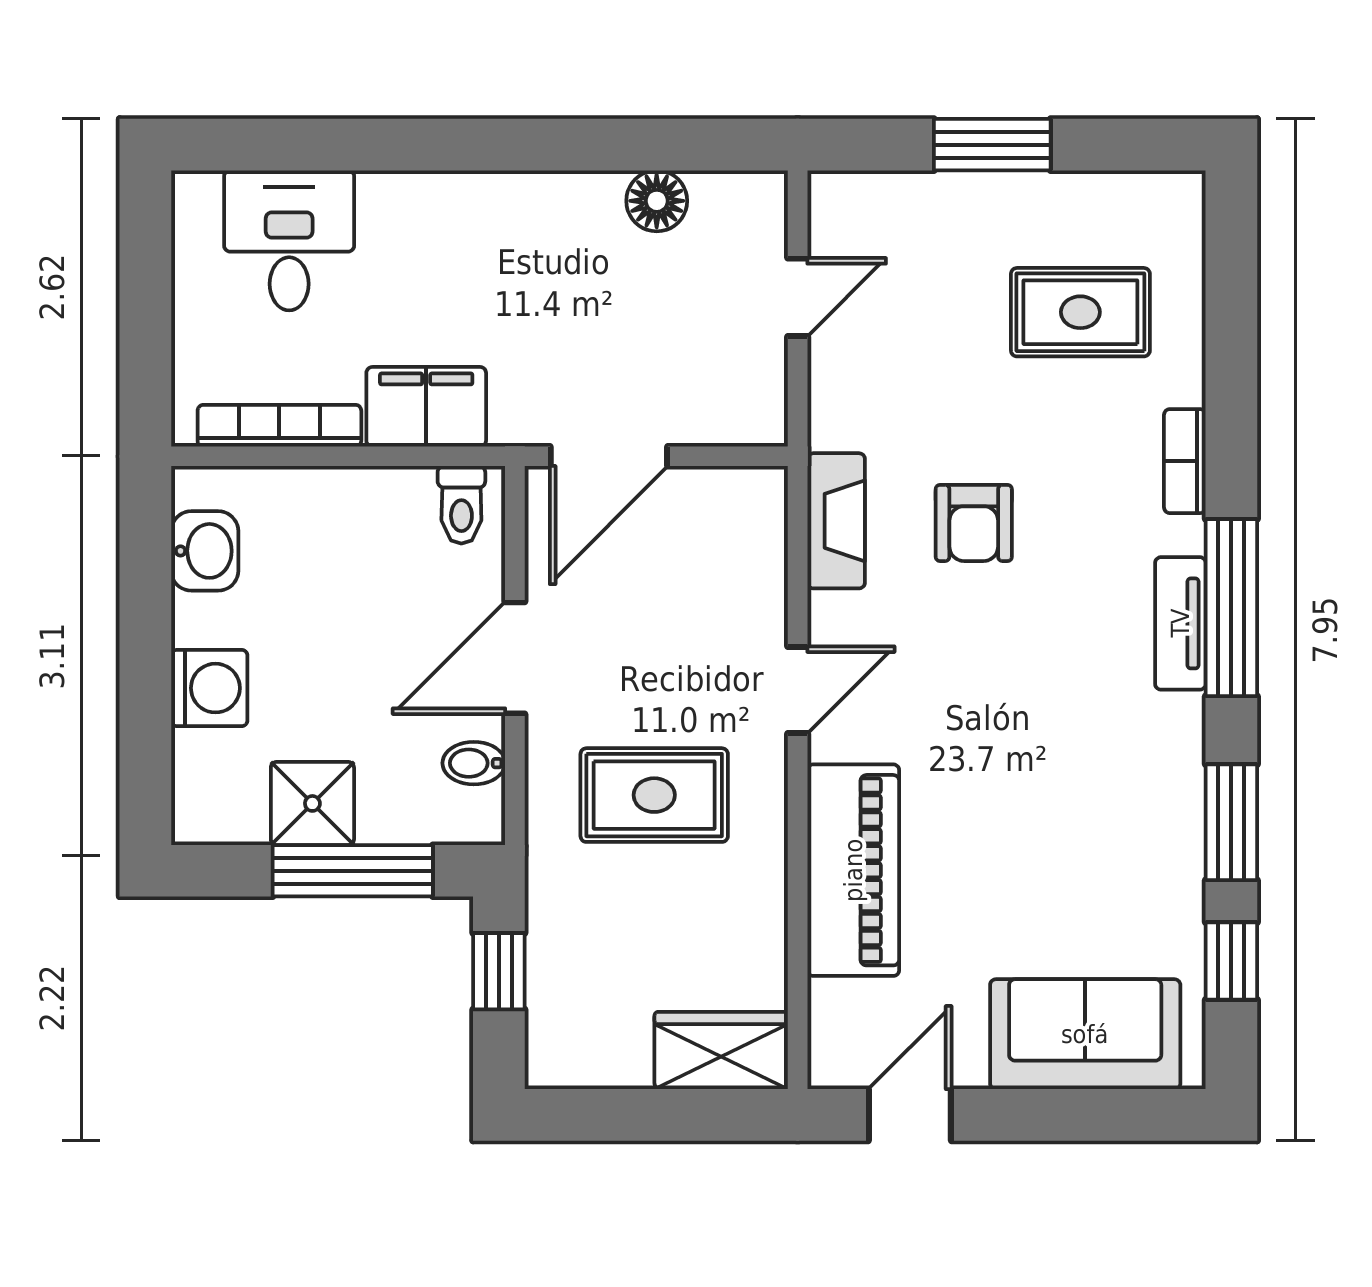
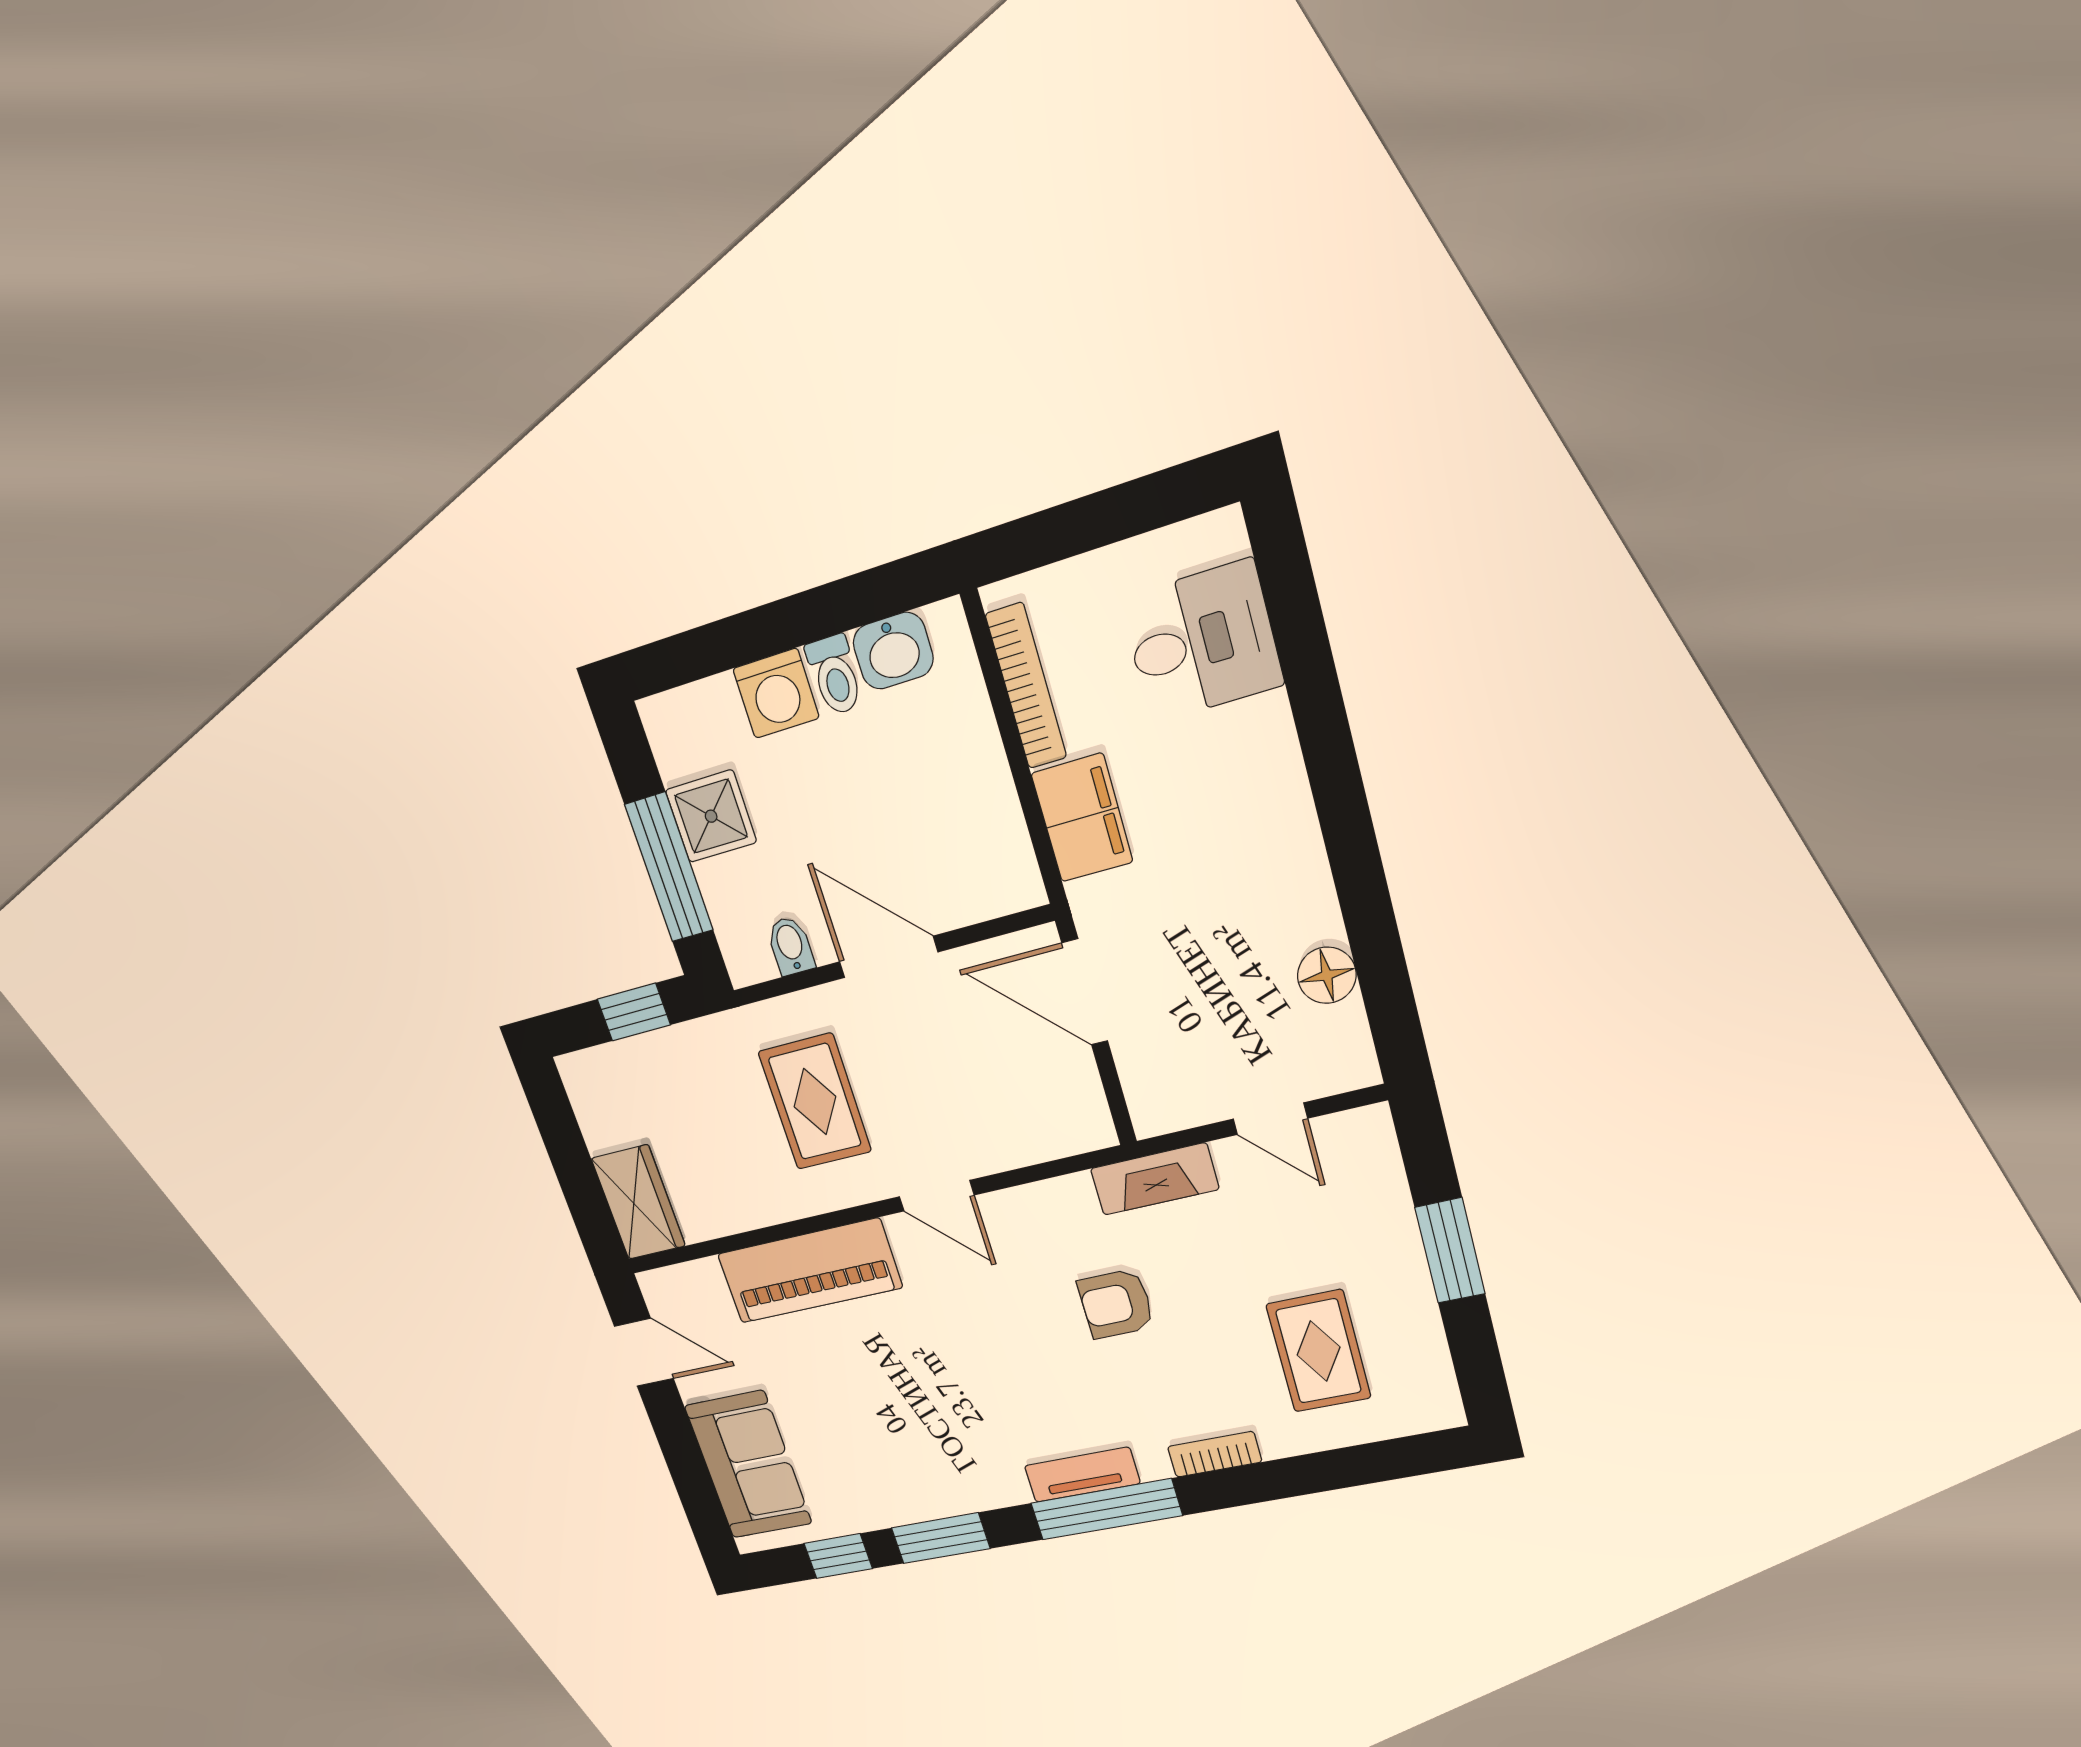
toilet: (461, 505) -> (835, 675), moved, turned -90
fireplace: (836, 521) -> (1155, 1179), moved

